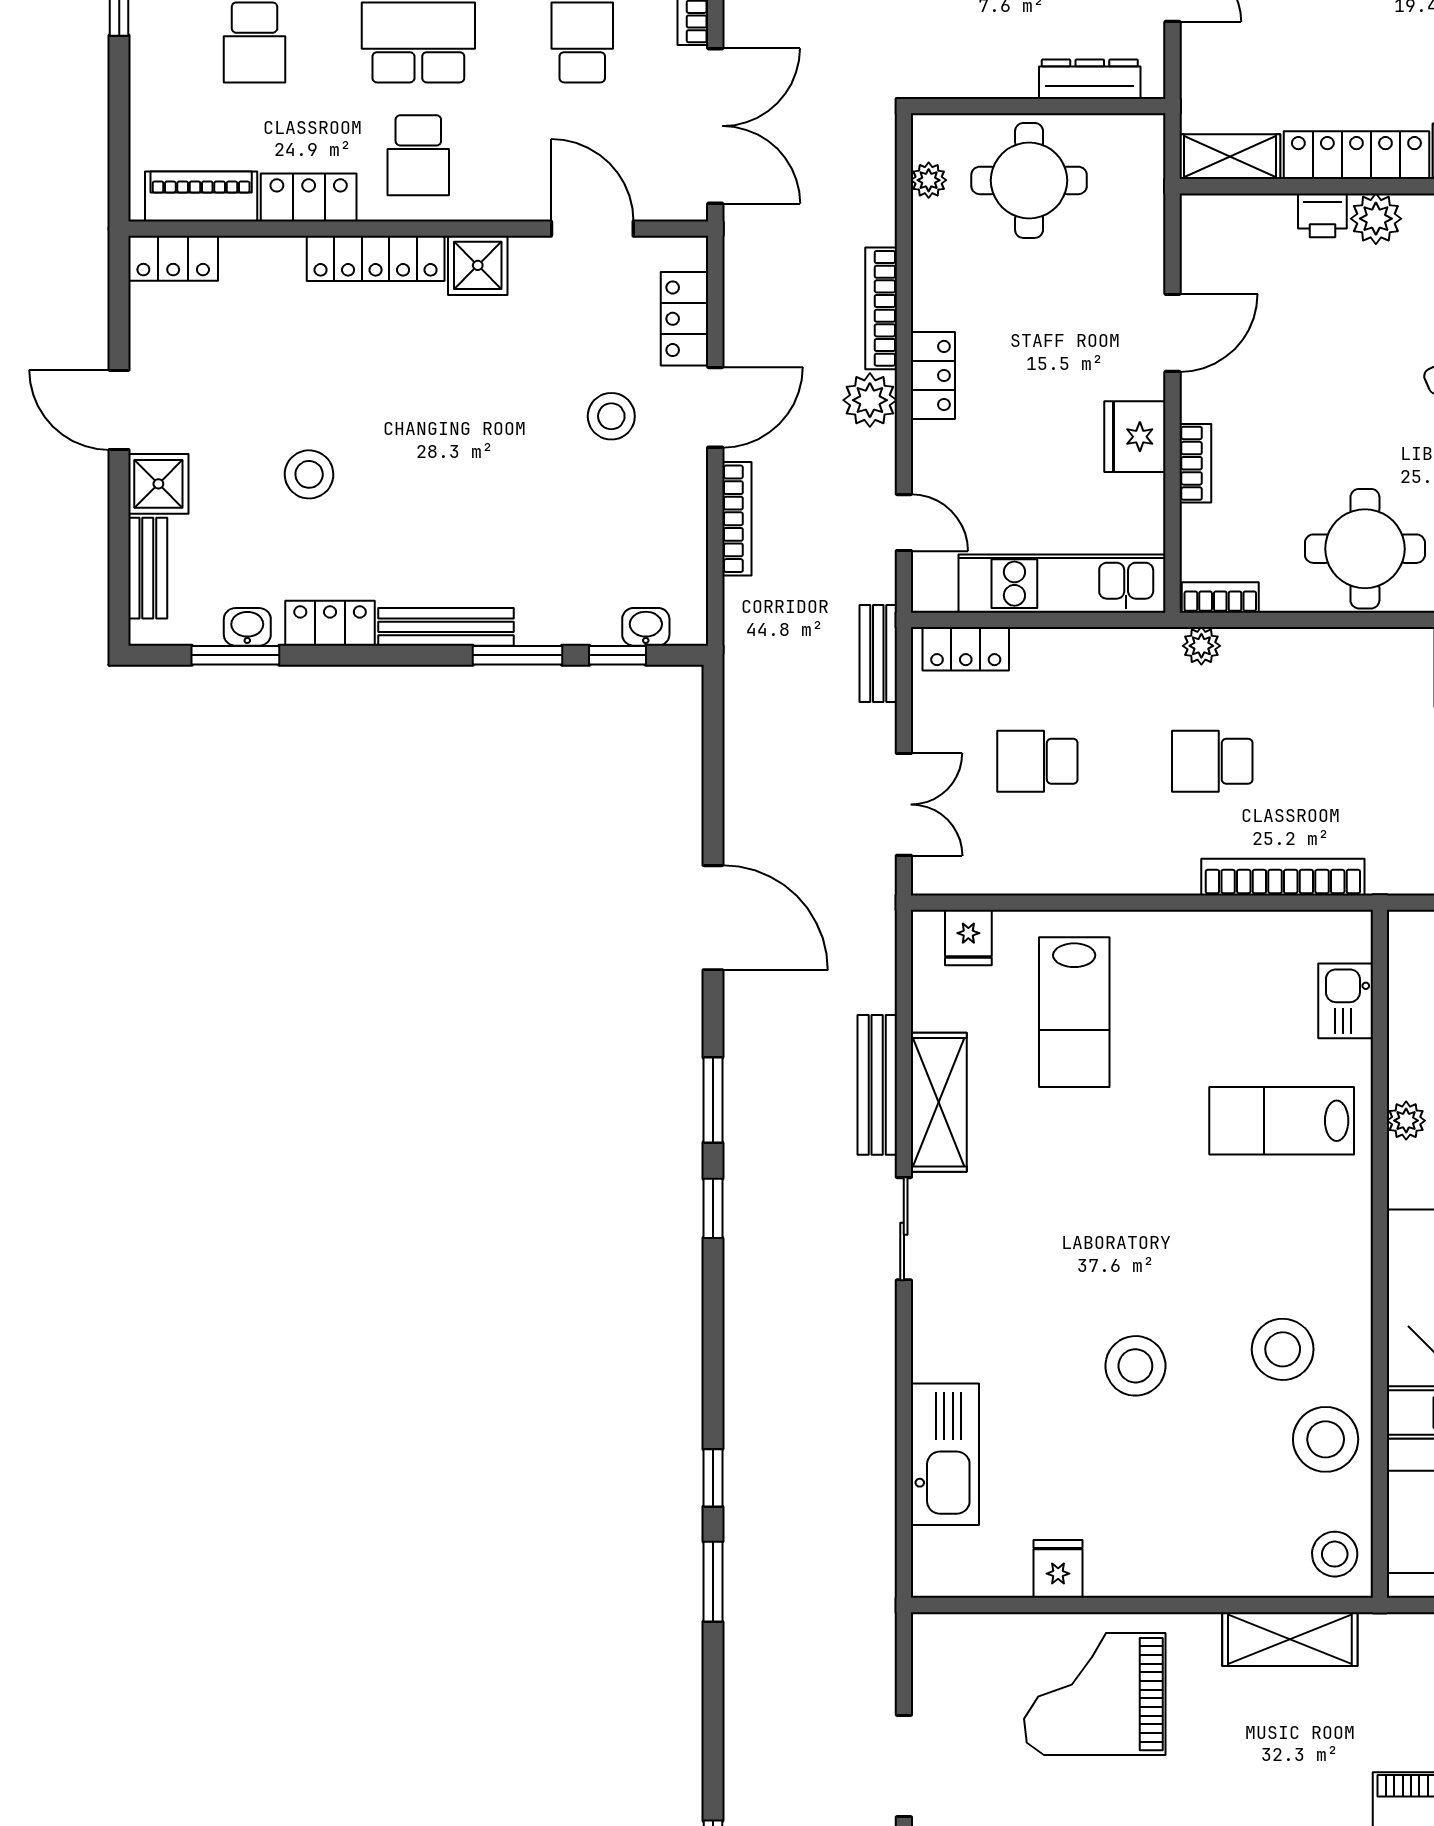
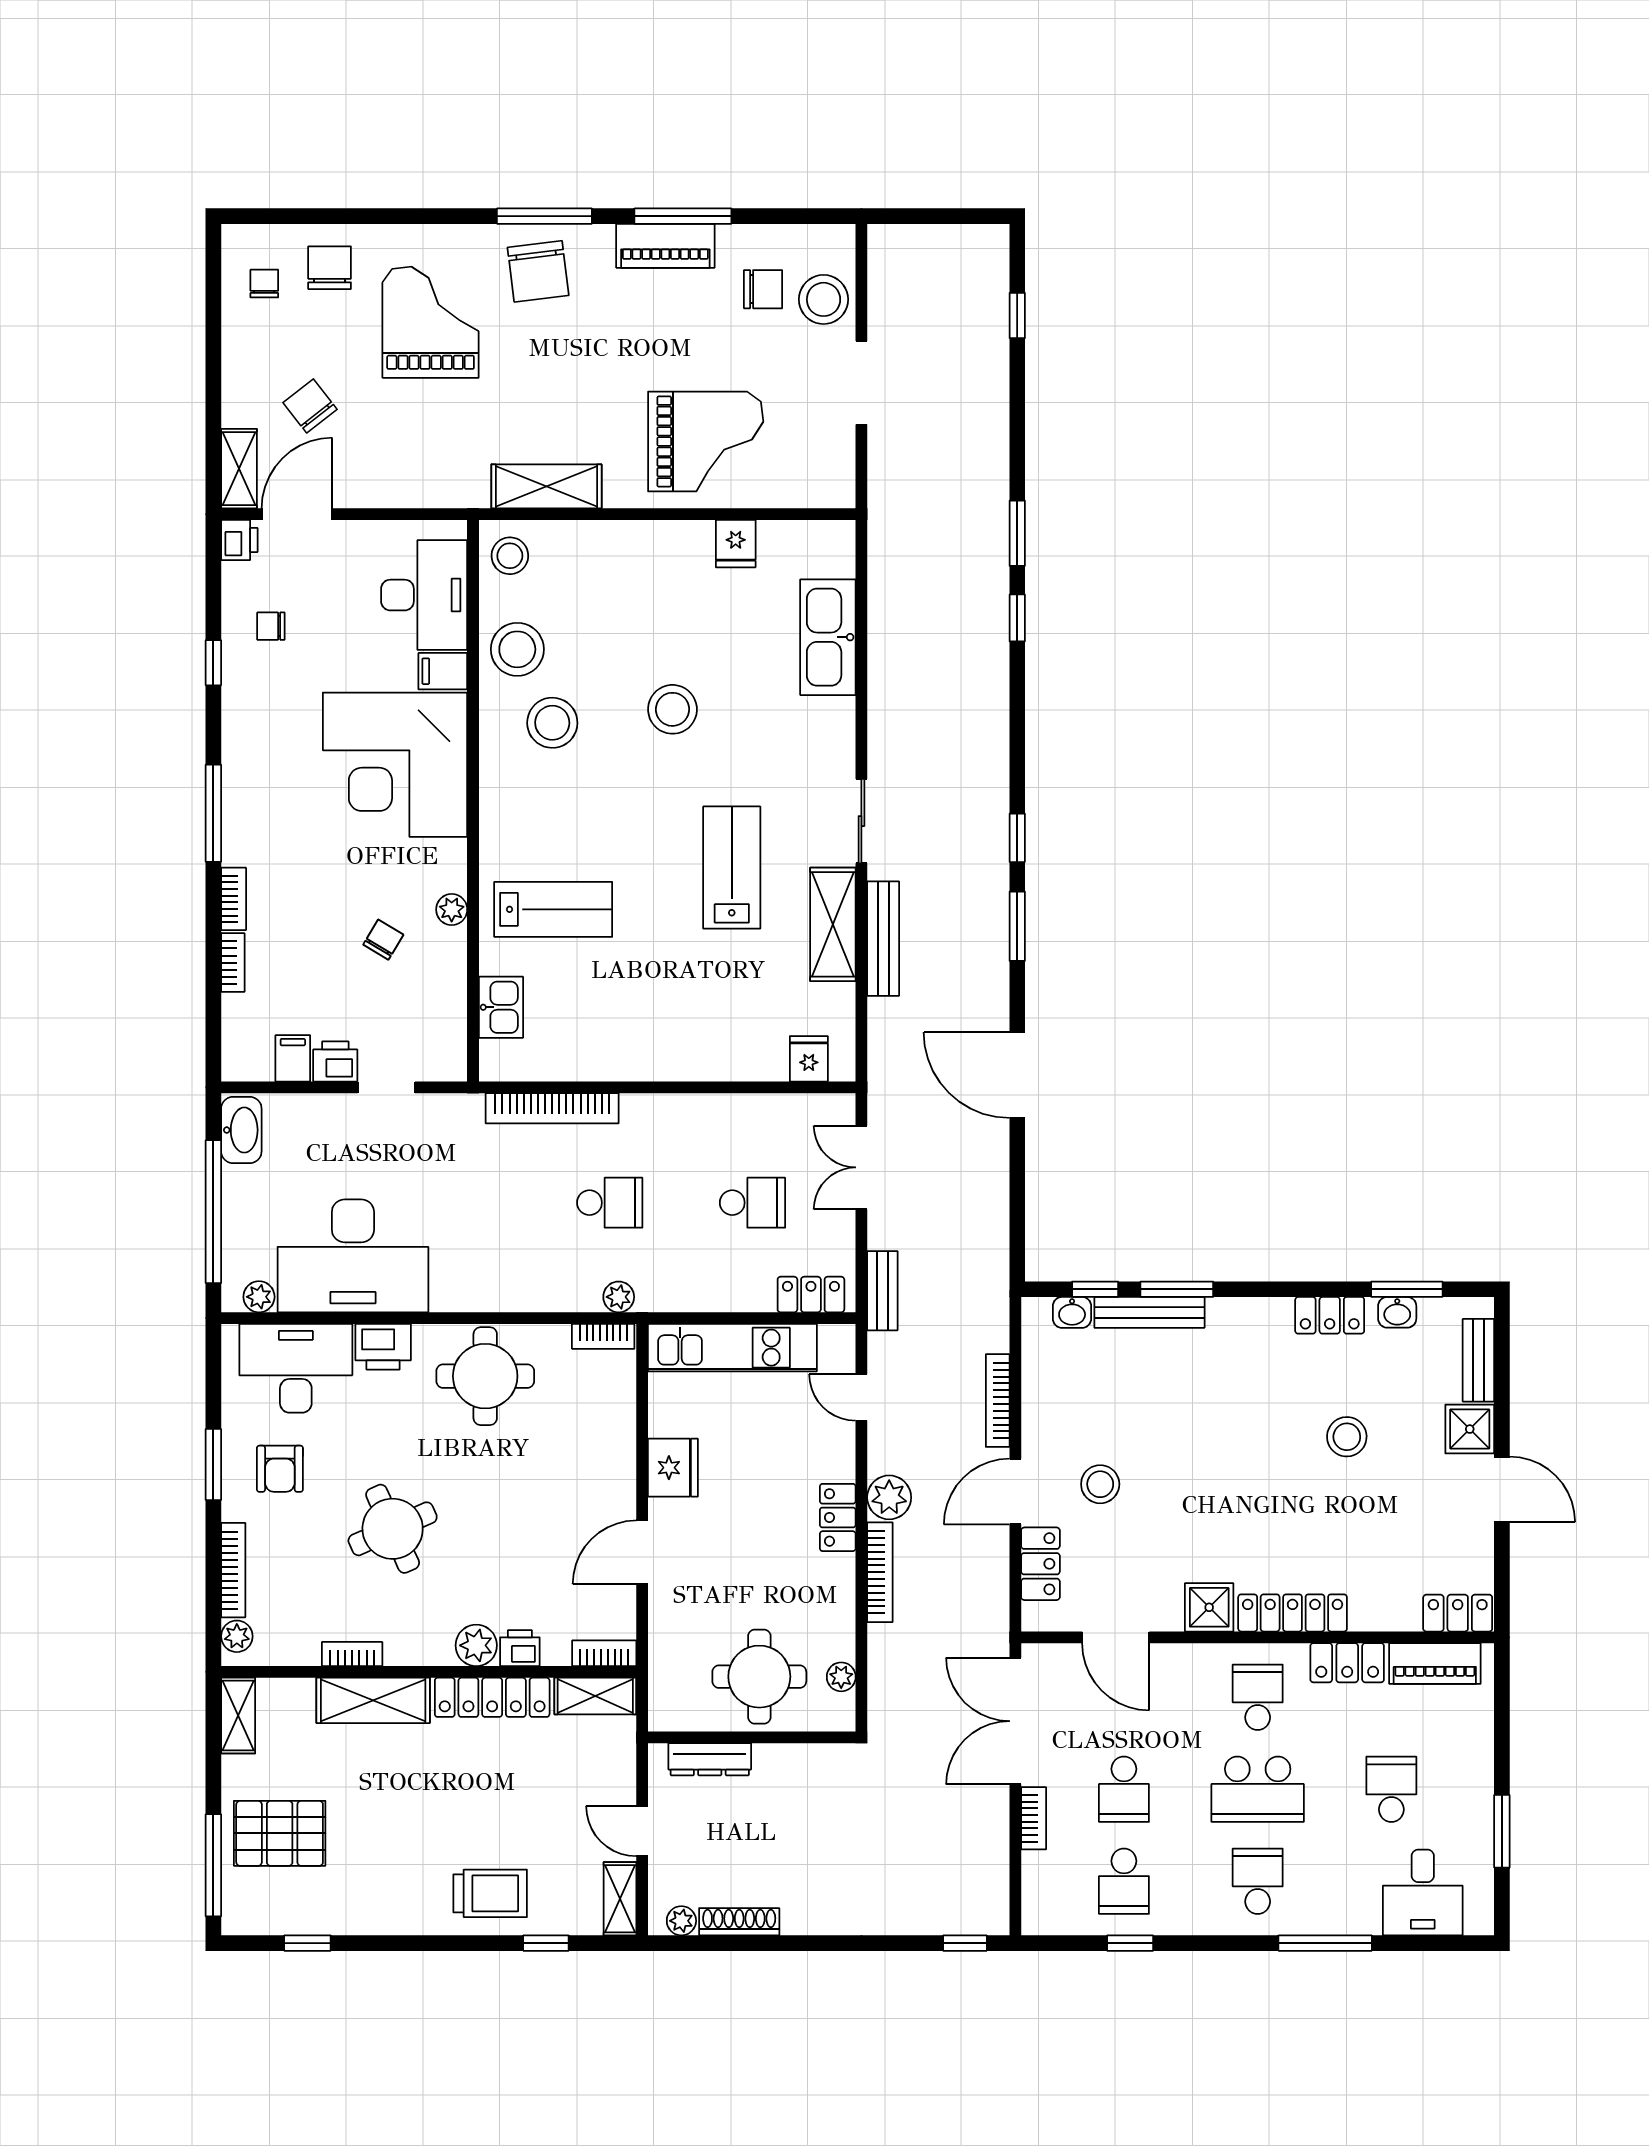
bookcase: (1195, 463) -> (604, 1653), moved, turned 90
bench: (446, 627) -> (1149, 1312), moved
lab bench: (1074, 1012) -> (732, 868), moved

